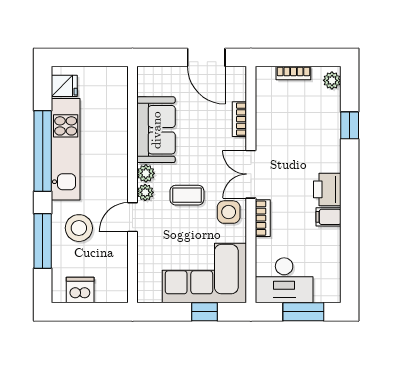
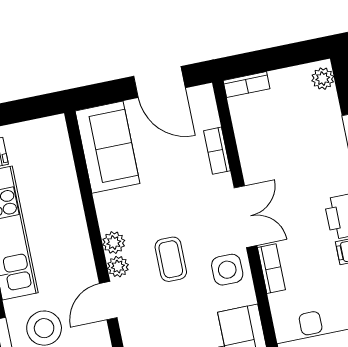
bookcase: (293, 73) -> (247, 85), moved
sofa: (156, 130) -> (107, 147), moved
double door: (251, 174) -> (245, 217), swing flipped
coffee table: (187, 195) -> (171, 259), turned 90

